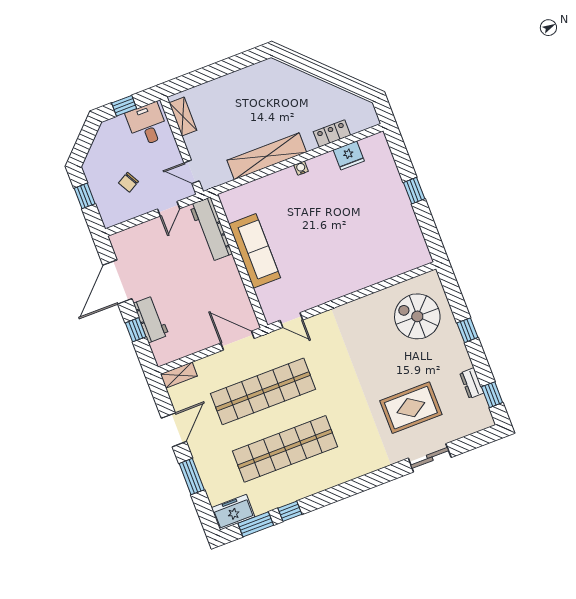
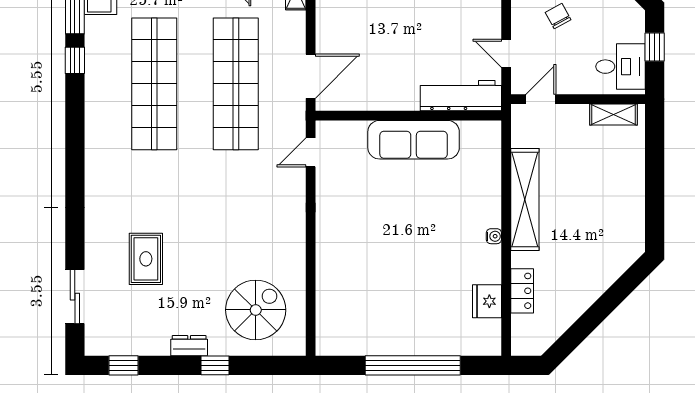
window: (414, 191) -> (413, 365), width x3.17
dresser: (472, 383) -> (189, 346), moved
rug: (411, 408) -> (146, 259), width x0.73, depth x0.70
sliding door: (430, 458) -> (75, 297), moved

